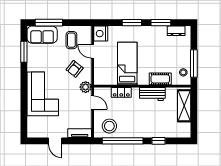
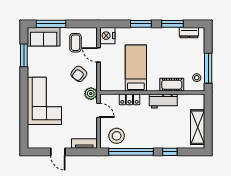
shelving: (184, 106) -> (198, 127), moved

